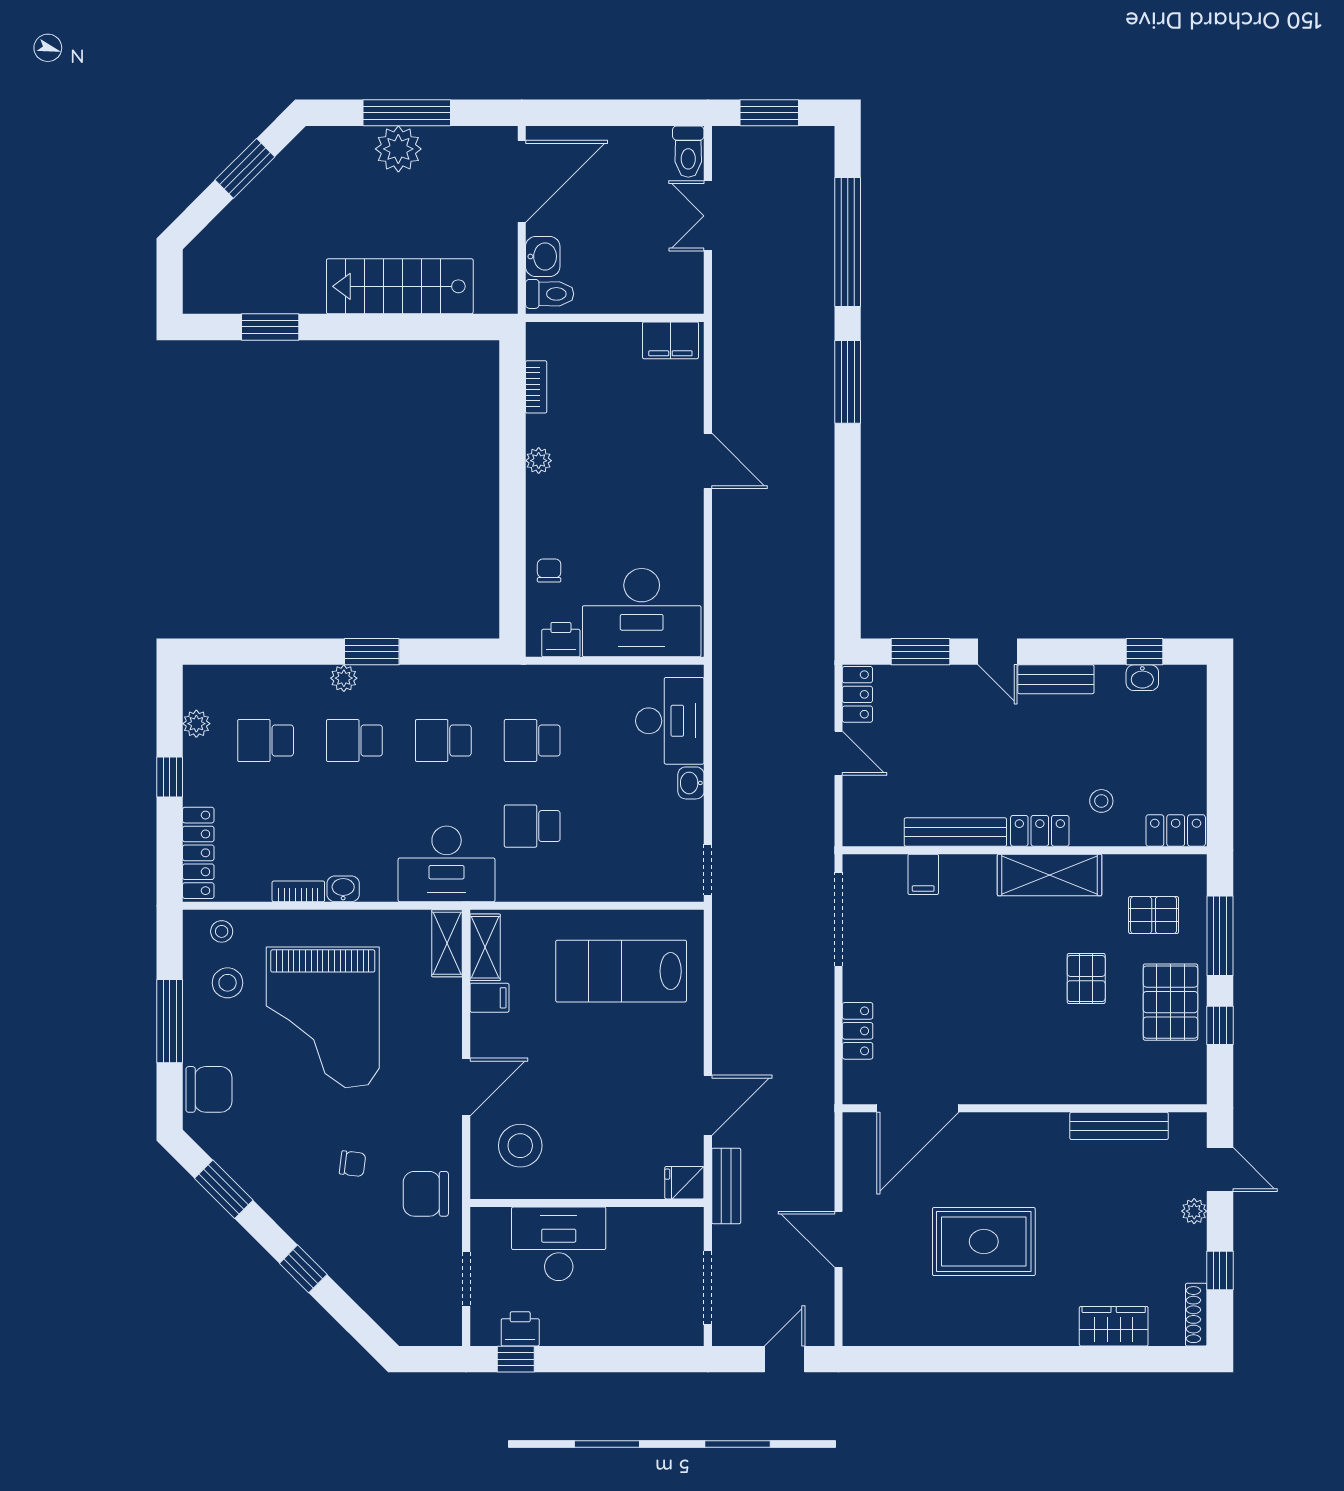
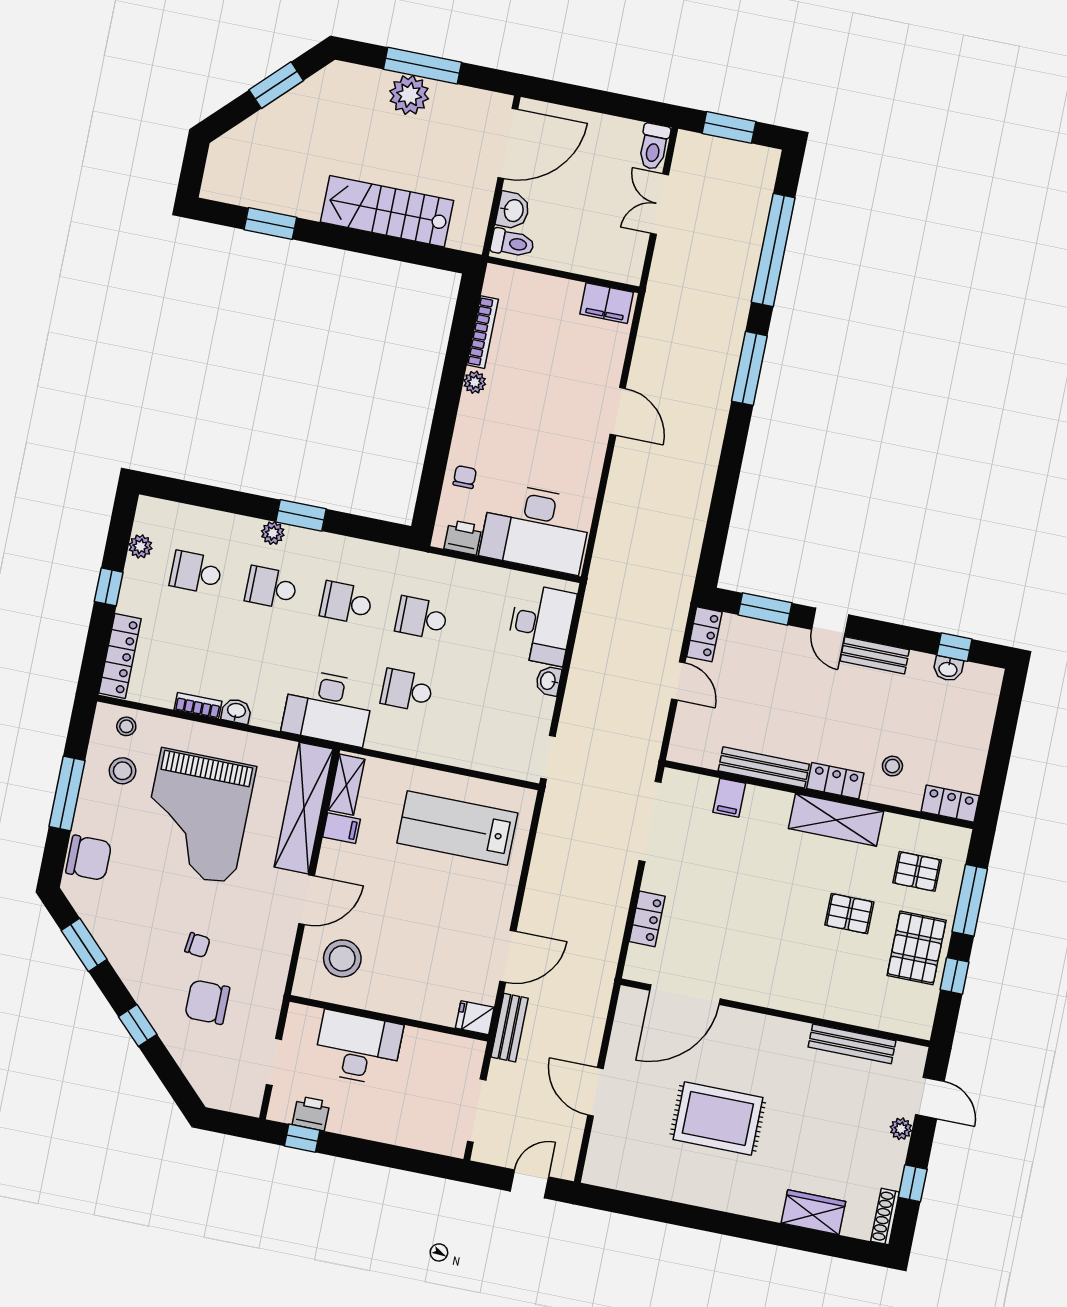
bookcase: (536, 387) -> (483, 332), width x1.56
shelving: (447, 943) -> (304, 808), width x2.20, depth x1.33
pallet: (1086, 979) -> (849, 914), turned 90
chair: (426, 1194) -> (207, 1002), moved

